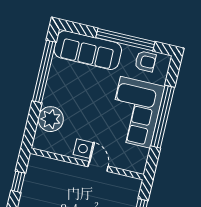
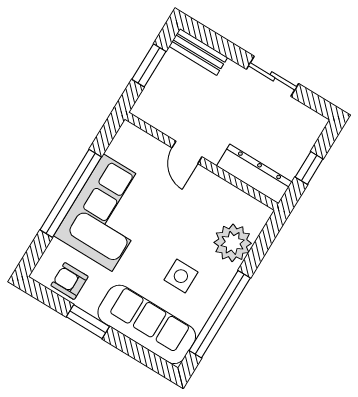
window: (125, 40) -> (88, 322), width x0.47
side table: (83, 149) -> (181, 276), moved
dresser: (51, 167) -> (254, 174), added

